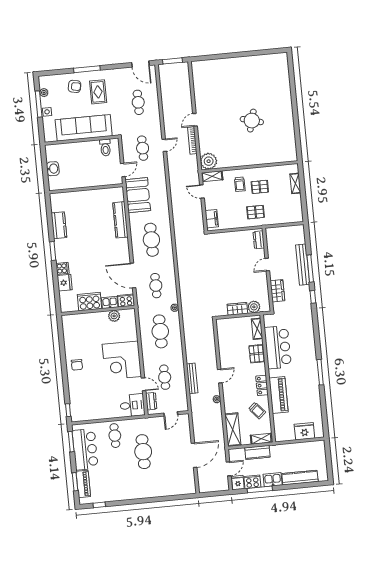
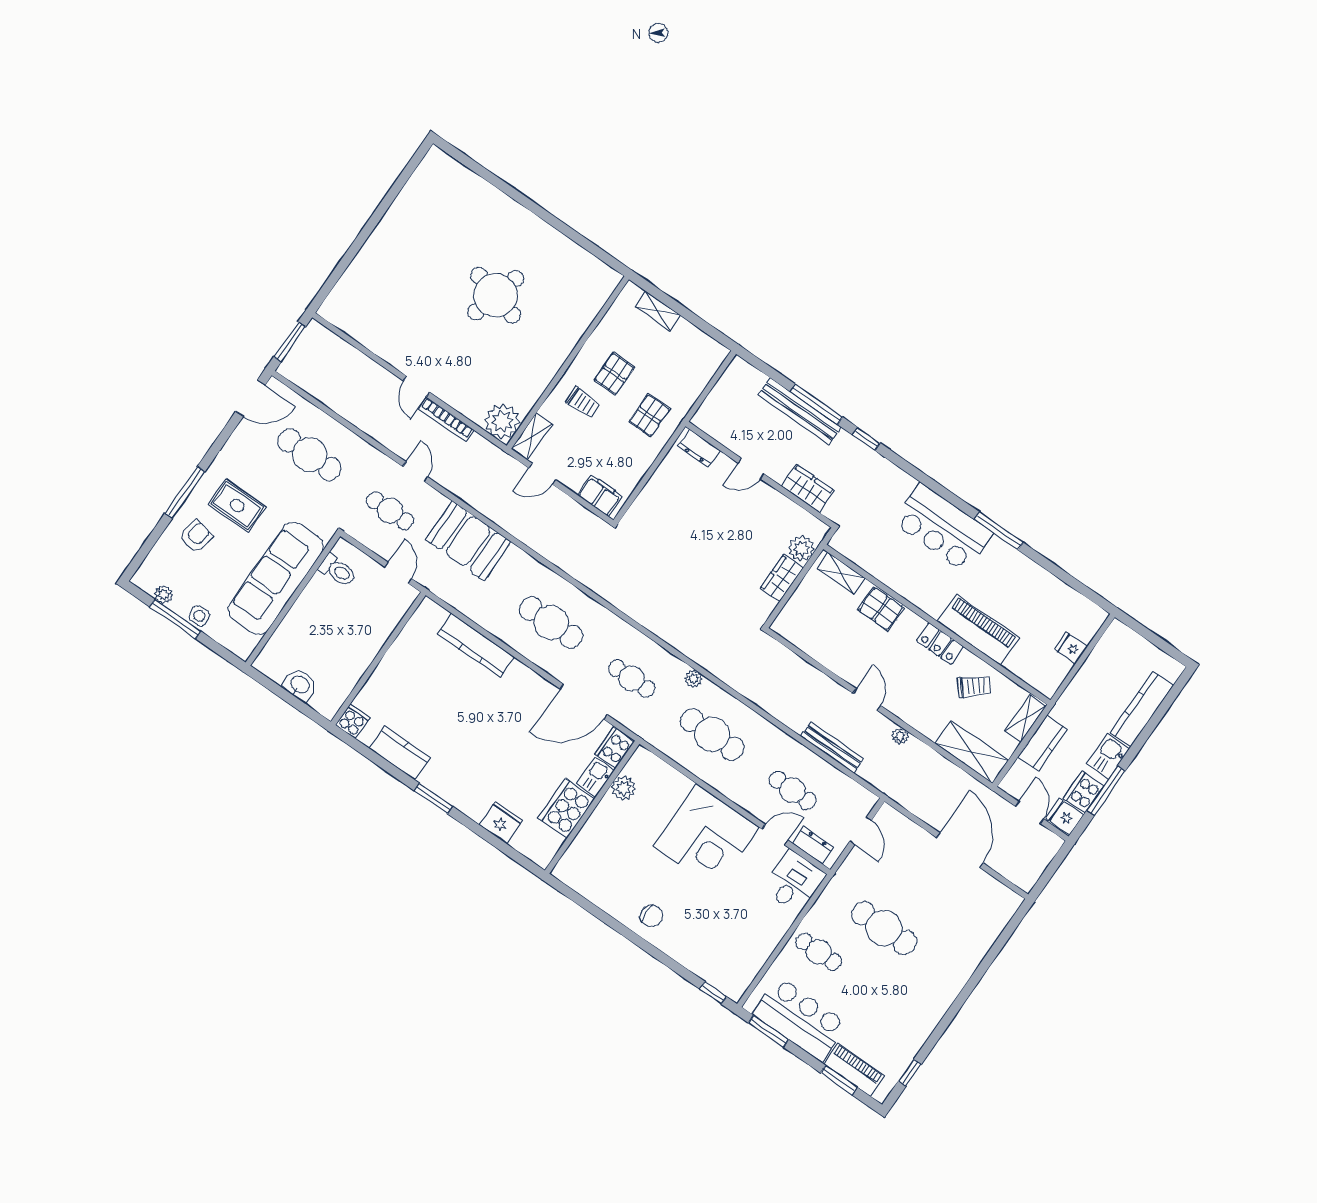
cafe table: (138, 102) -> (309, 455), width x1.37, depth x1.35
round table: (252, 121) -> (496, 295), width x1.36, depth x1.36
booth: (138, 195) -> (468, 541), moved
door: (267, 265) -> (751, 468), hinge flipped
cooker: (63, 268) -> (353, 721), moved
bar counter: (278, 347) -> (943, 528), moved, turned 180
fridge: (304, 431) -> (1071, 648), width x0.53, depth x0.75

